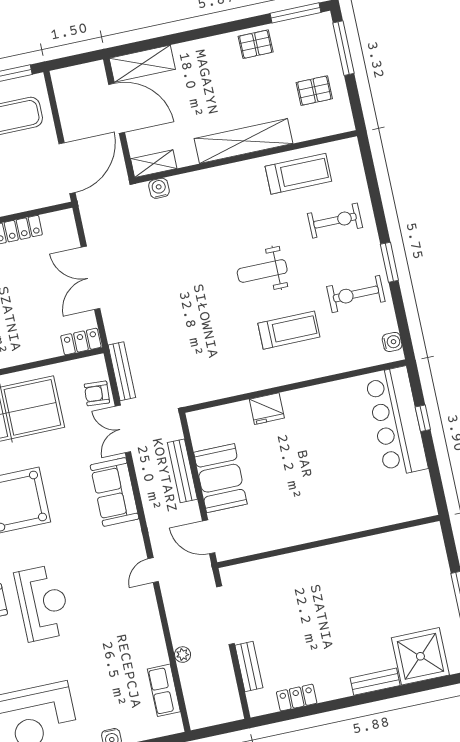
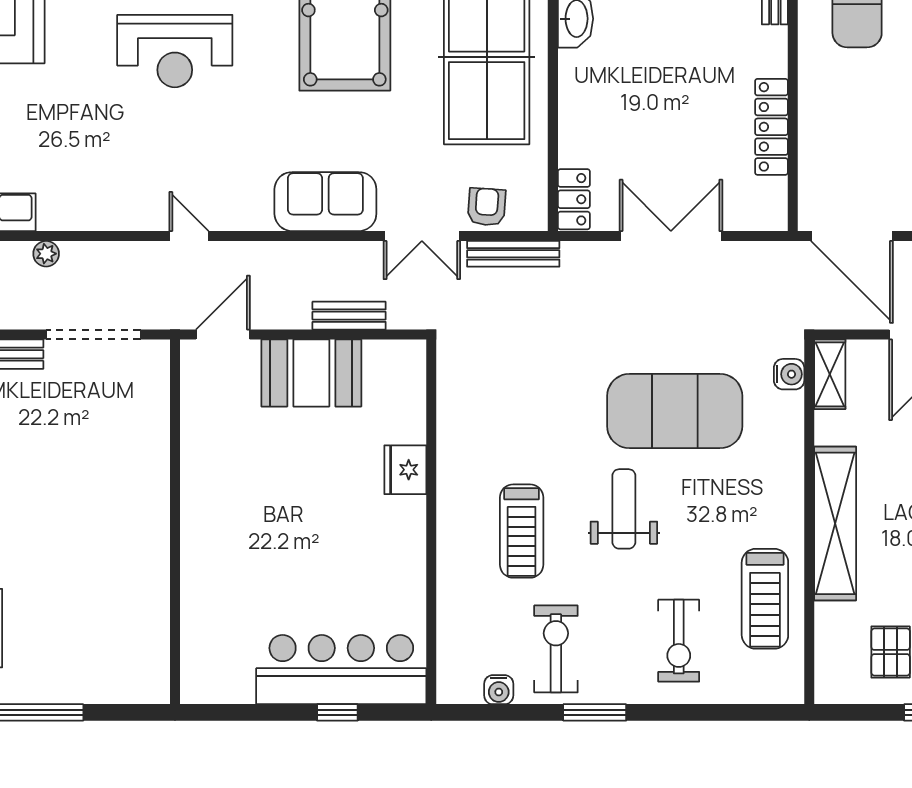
exercise mat: (196, 253) -> (675, 411), added
water cooler: (392, 342) -> (499, 690), moved
double door: (123, 429) -> (422, 236), swing flipped
bench: (182, 471) -> (349, 316), width x0.73

